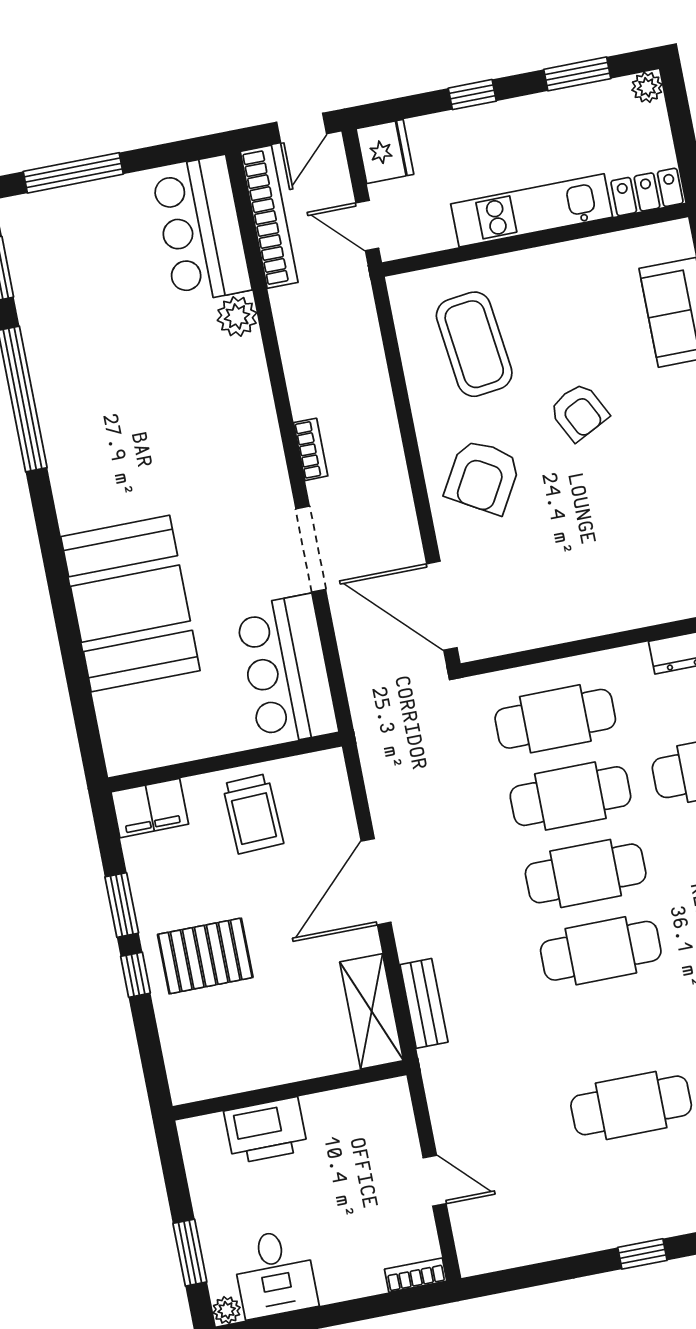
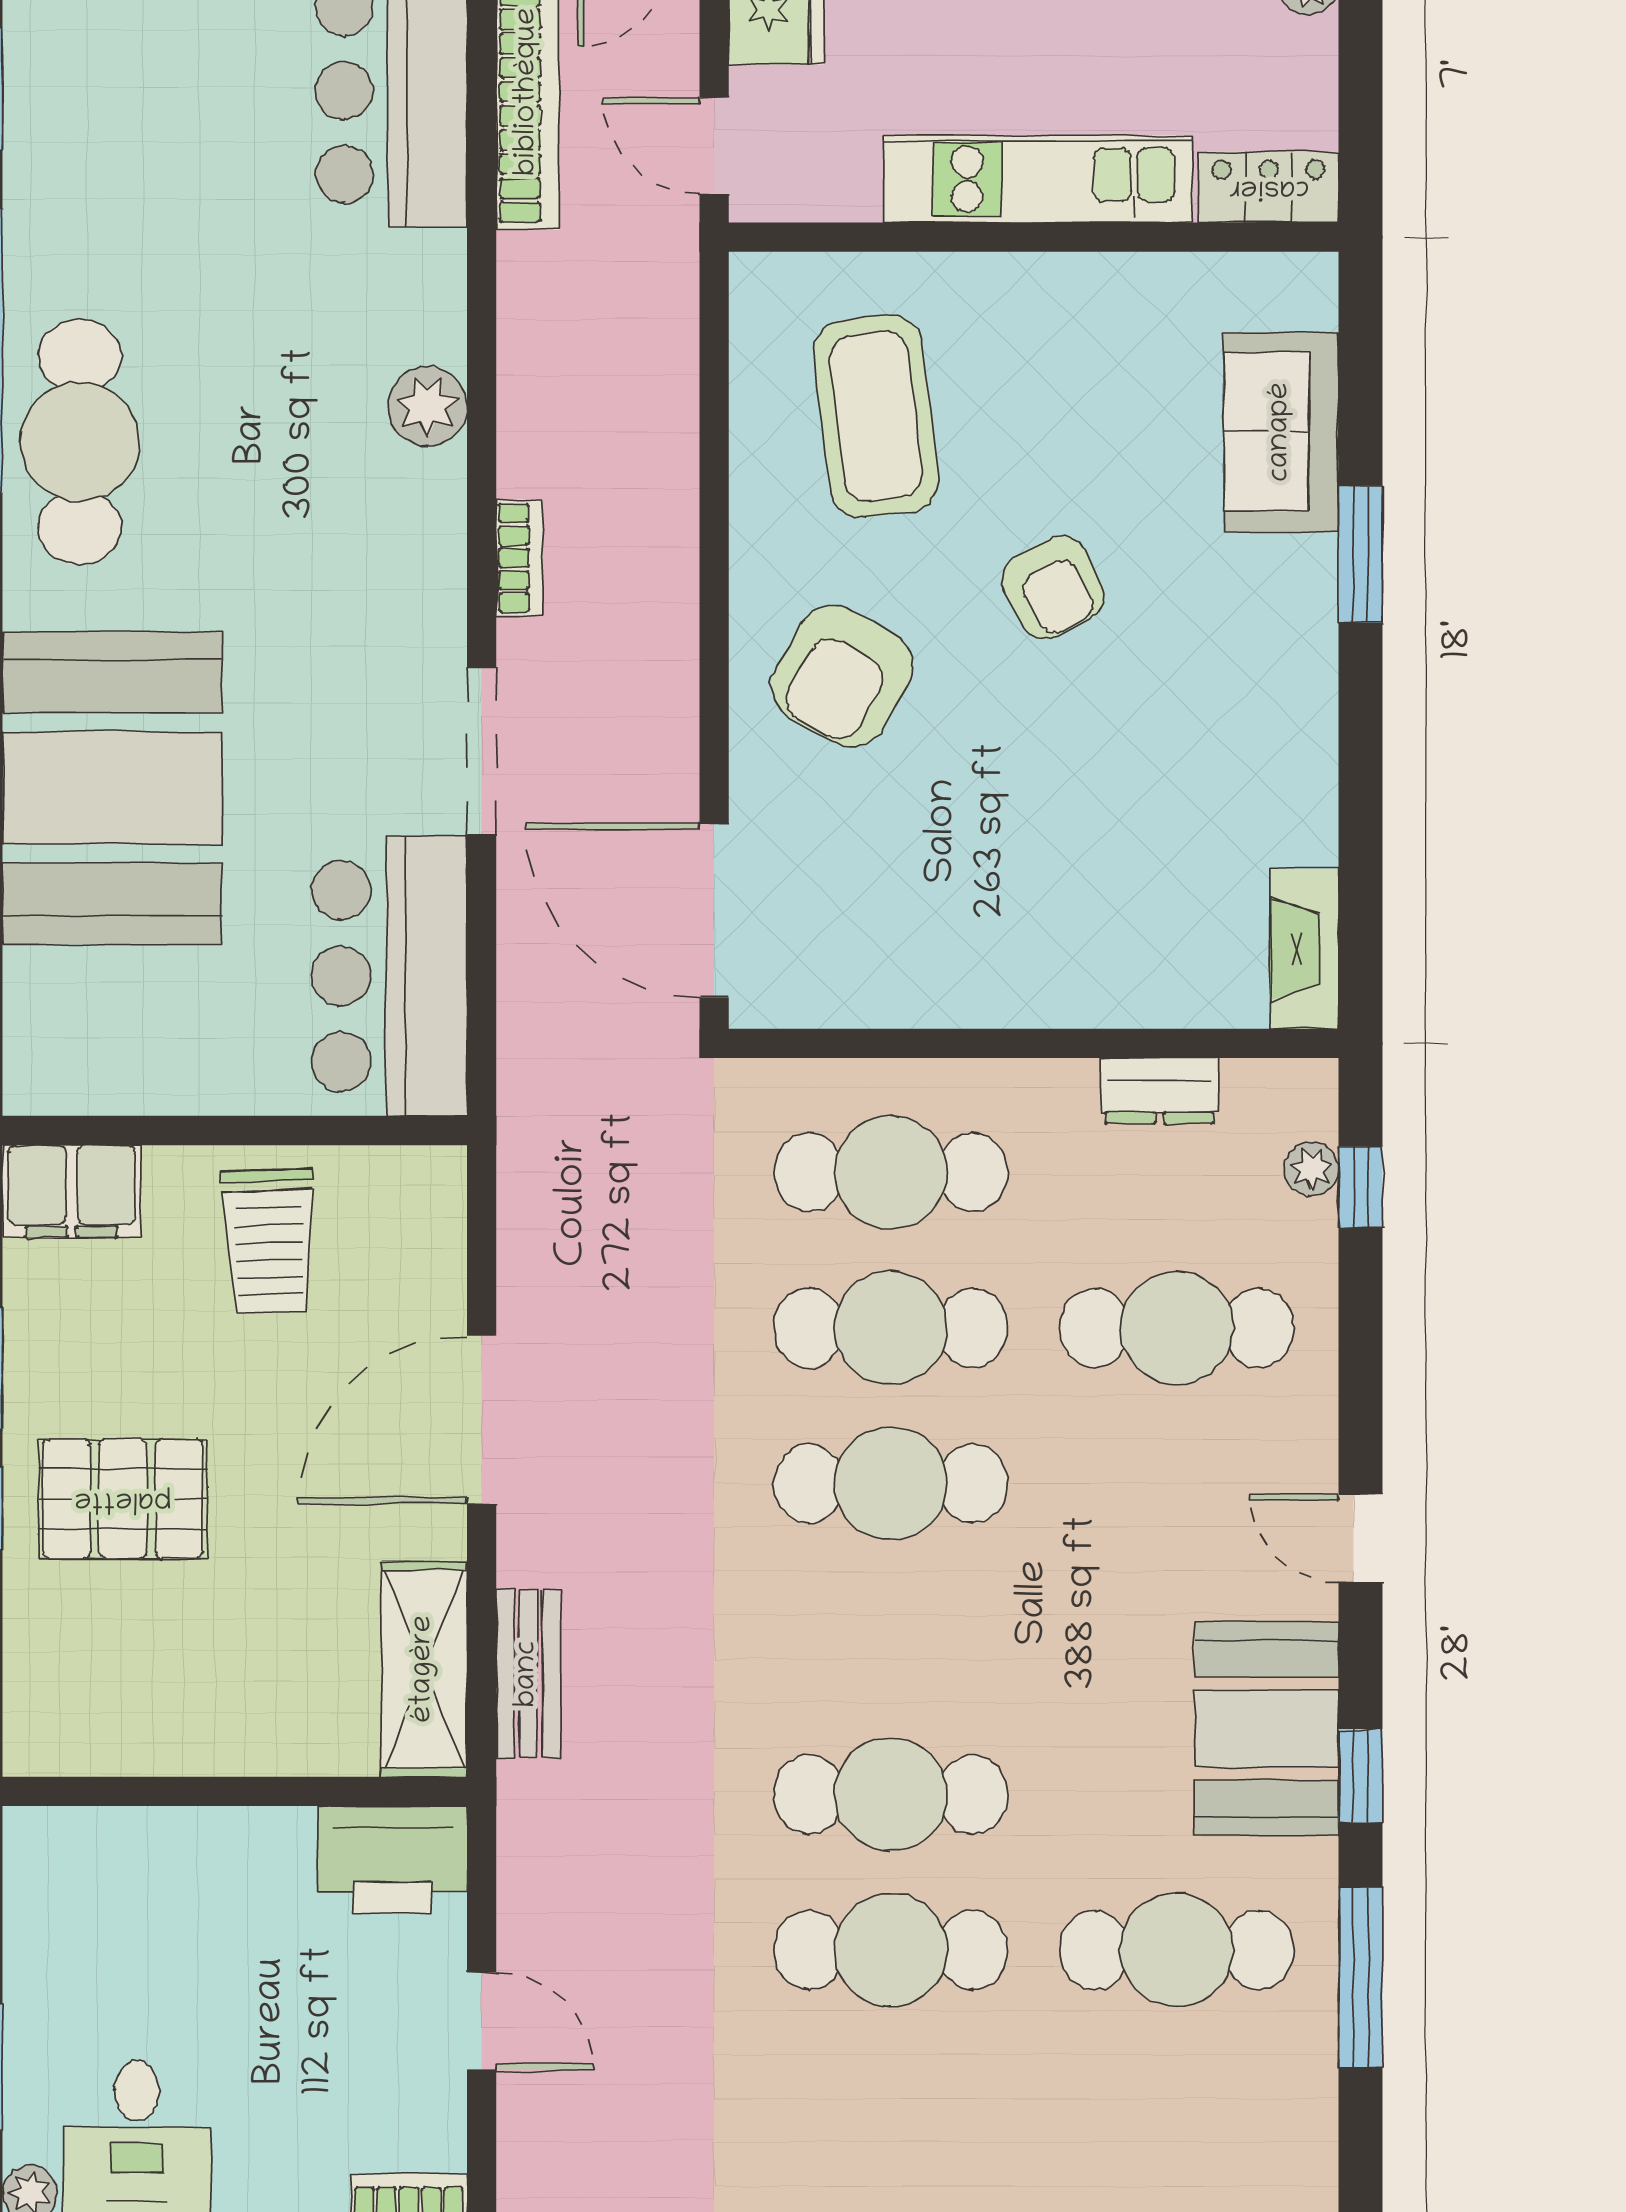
plant: (237, 317) -> (427, 406), moved
cafe table: (81, 435) -> (80, 442), added
cafe table: (601, 951) -> (891, 1794), moved
printer: (266, 1130) -> (392, 1860), moved

